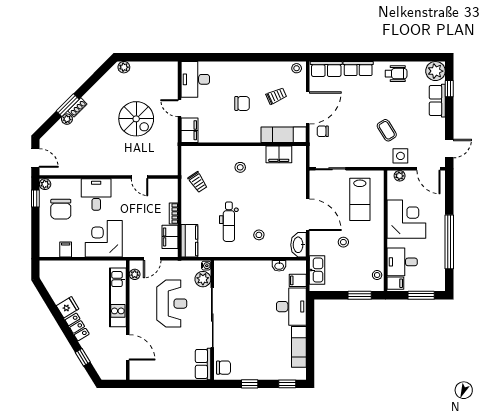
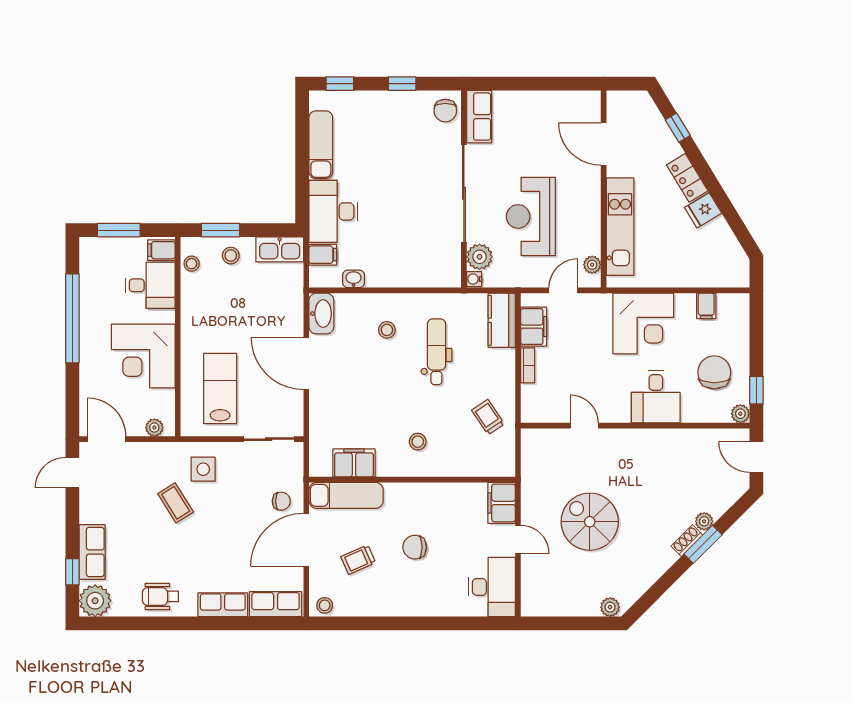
side table: (400, 156) -> (203, 469), moved
stool: (343, 242) -> (231, 256), moved
kitchen sink: (317, 270) -> (280, 249), moved, turned -90
chair: (224, 368) -> (445, 111), turned -90

